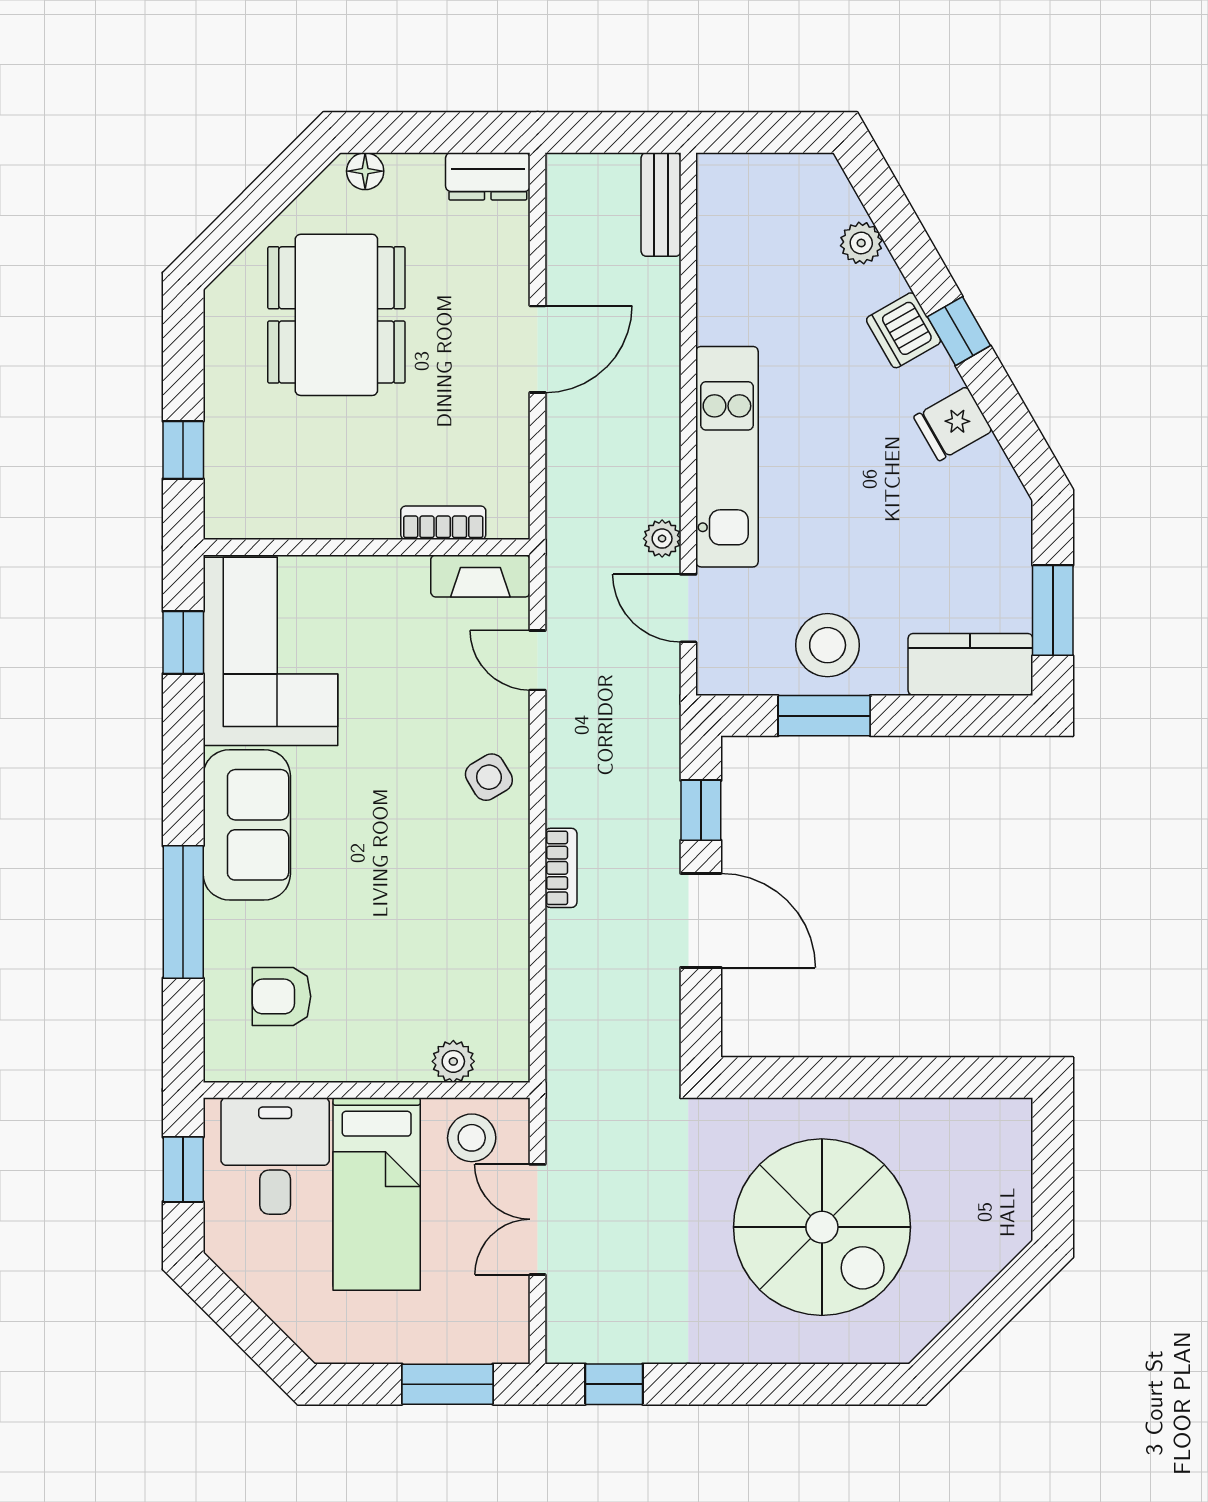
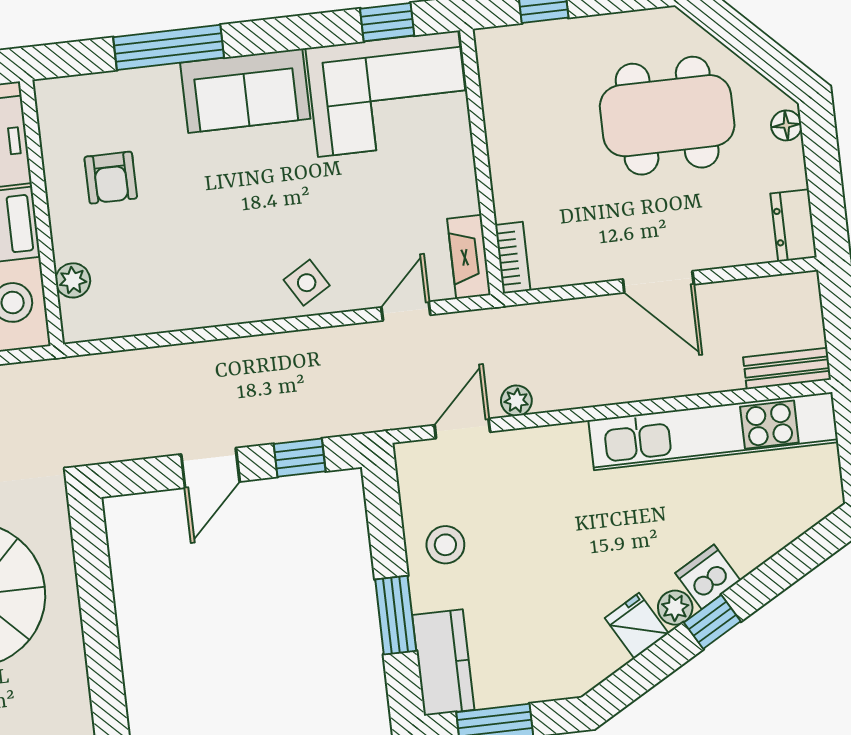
plant: (861, 243) -> (675, 608), moved
kitchen unit: (727, 457) -> (713, 431), moved, width x1.36
bookcase: (443, 523) -> (513, 258), moved
stool: (828, 645) -> (445, 545), width x0.73, depth x0.73
window: (824, 716) -> (396, 615), moved
bookcase: (561, 868) -> (240, 350), removed
door: (701, 920) -> (210, 468), width x0.73
armchair: (282, 996) -> (111, 178), moved, turned 180

